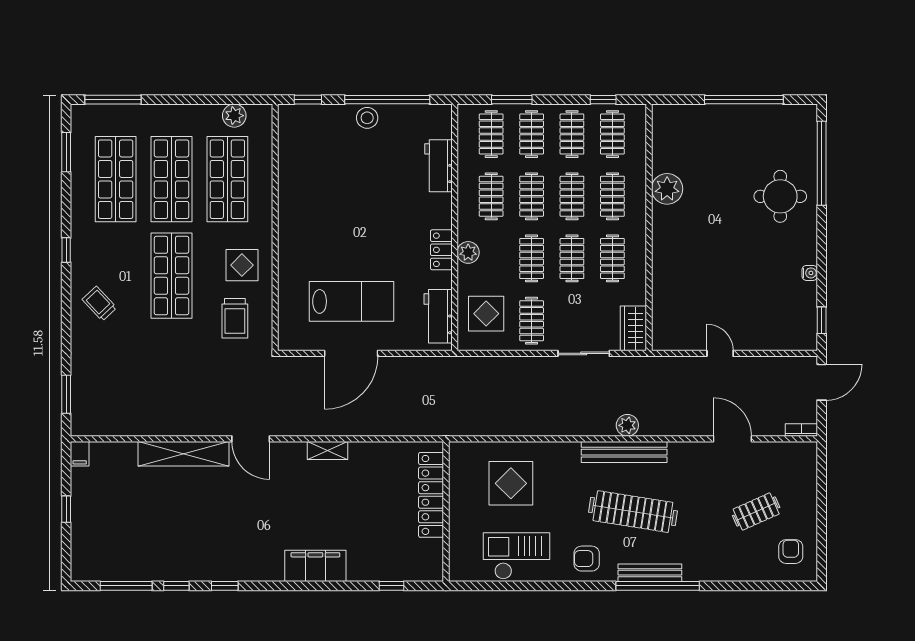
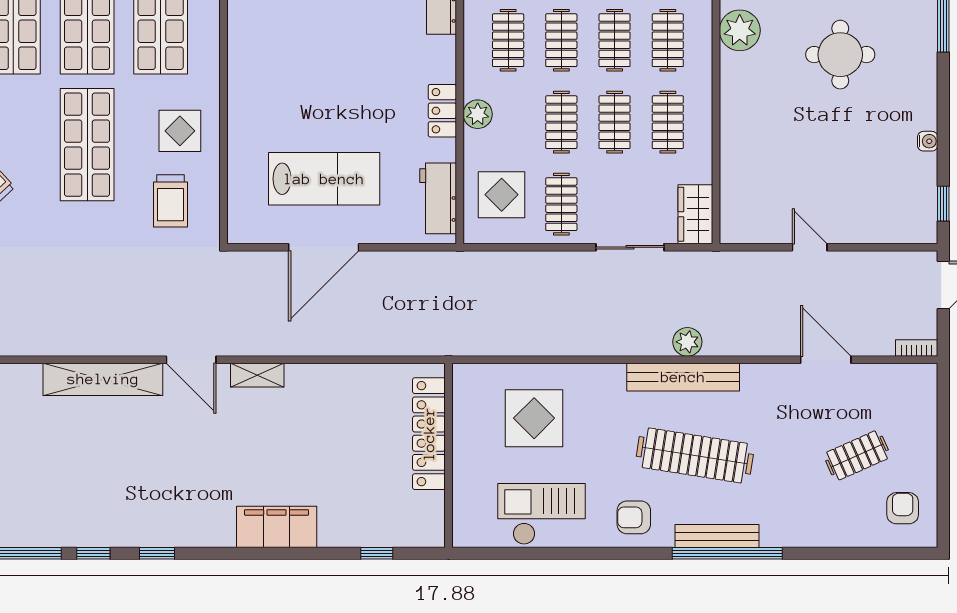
round table: (780, 196) -> (840, 55), moved
shelving: (327, 451) -> (257, 375), moved

